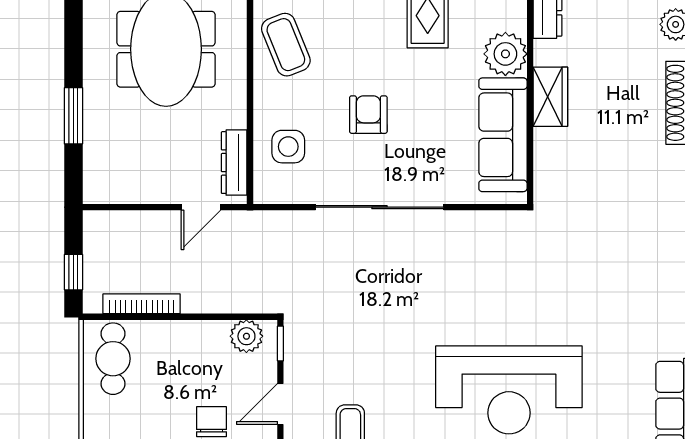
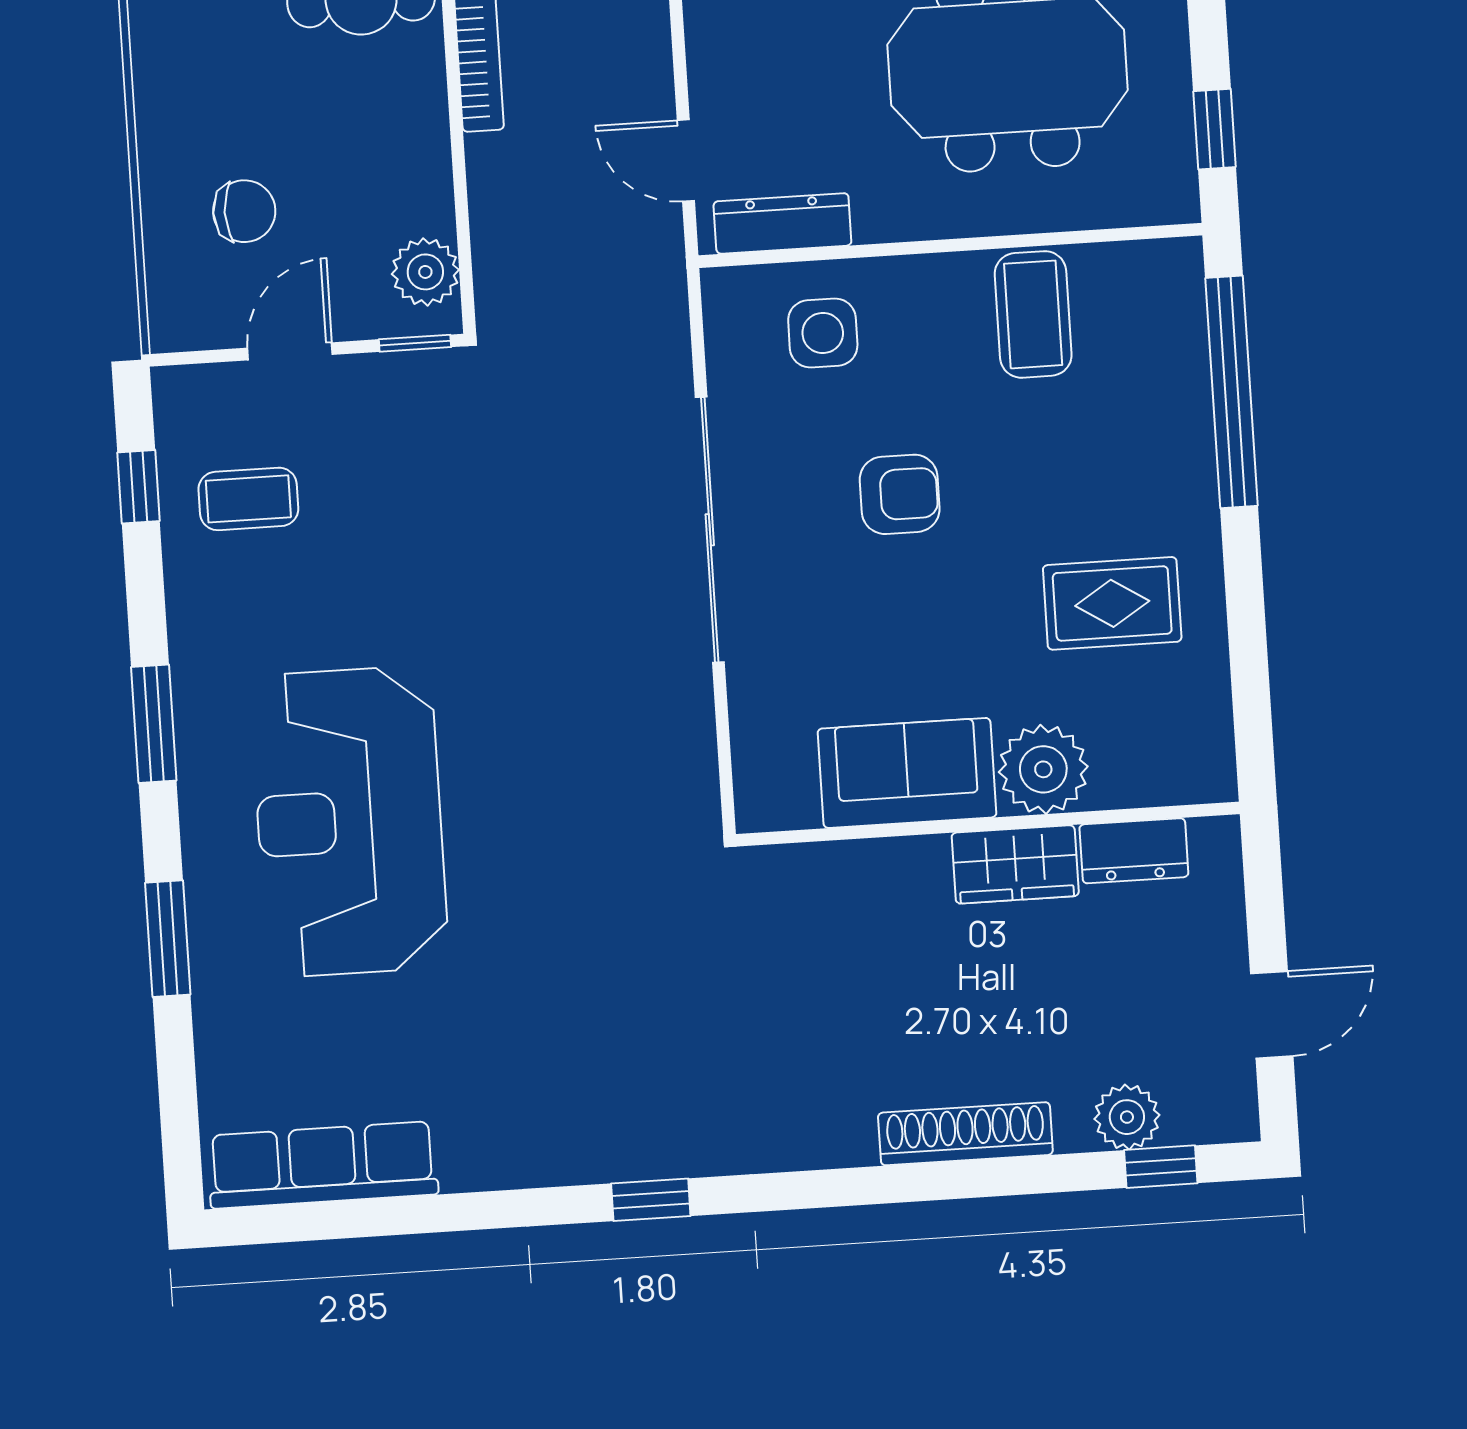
coffee table: (286, 45) -> (1033, 314), turned -68
wardrobe: (550, 97) -> (1015, 864), moved
sofa: (503, 135) -> (907, 773), width x0.73
door: (280, 404) -> (290, 351), hinge flipped

